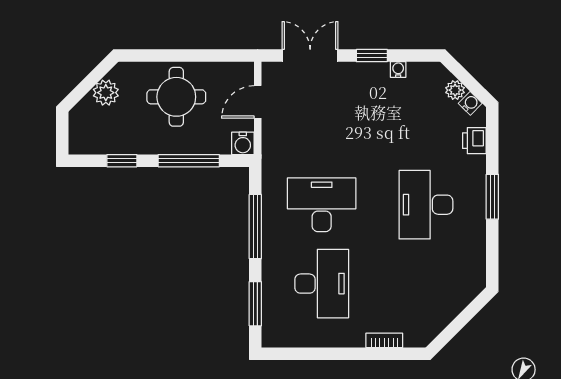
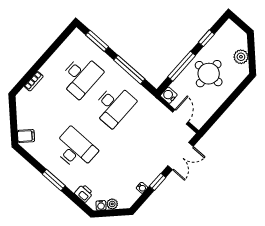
round table: (176, 97) -> (209, 74), moved
desk: (322, 284) -> (81, 76), turned -90
filing cabinet: (467, 286) -> (26, 136), added

